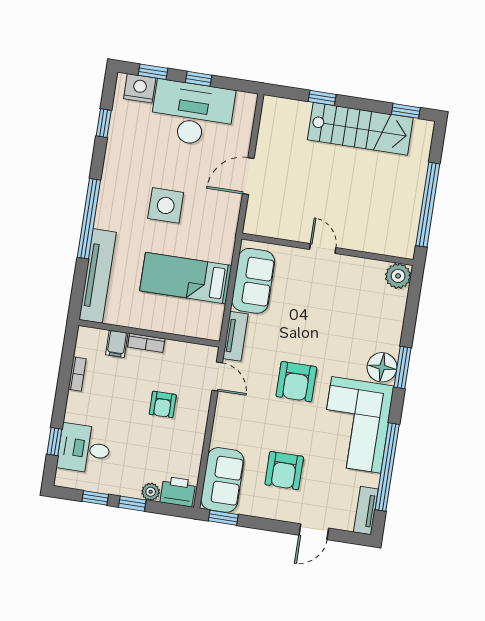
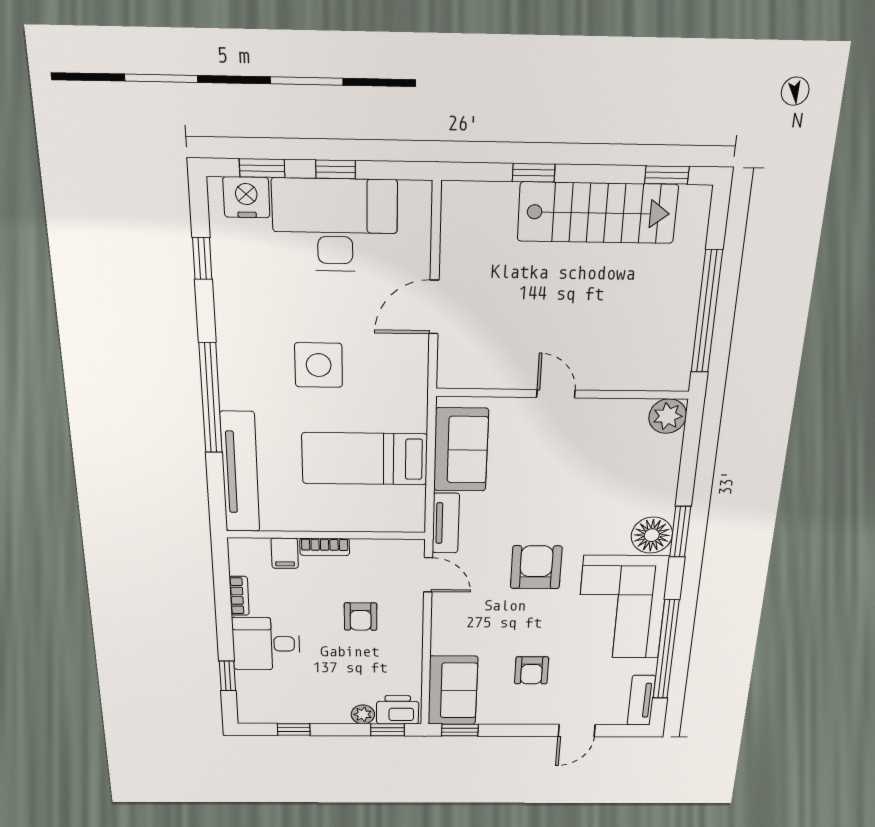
armchair: (296, 382) -> (536, 567), turned 180
desk: (84, 449) -> (266, 644), moved
armchair: (284, 471) -> (532, 670), width x0.72, depth x0.72
window: (132, 504) -> (388, 730), moved

